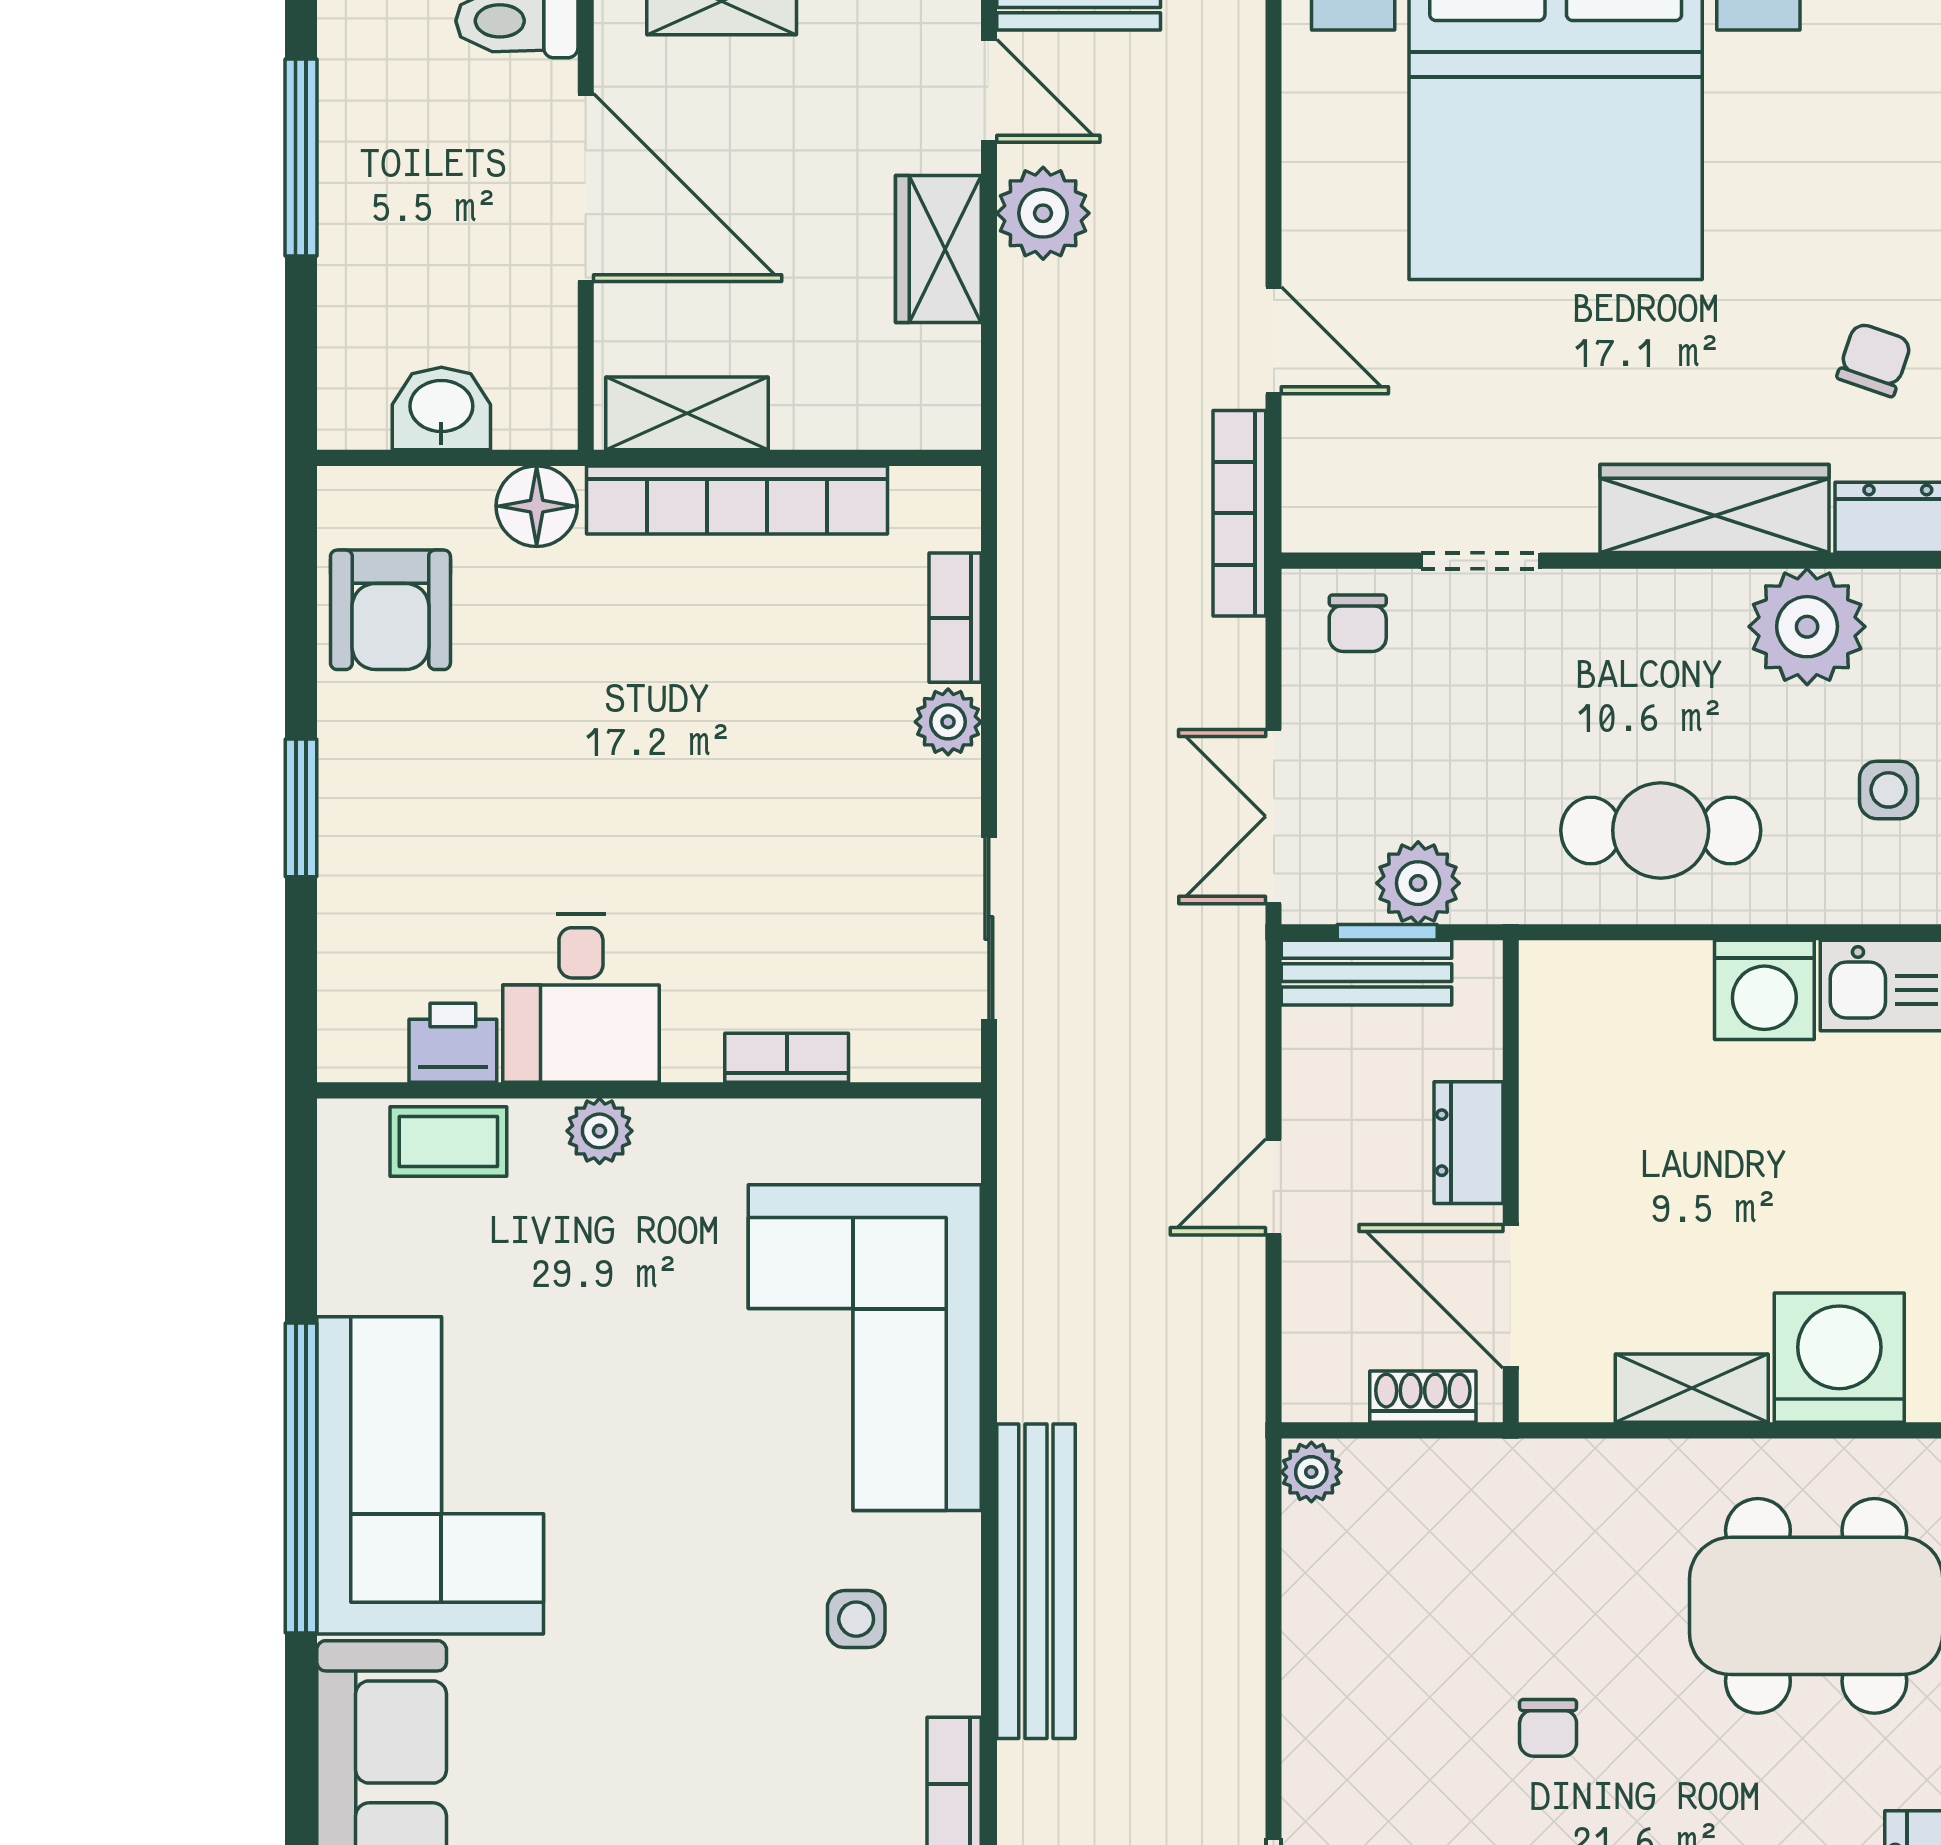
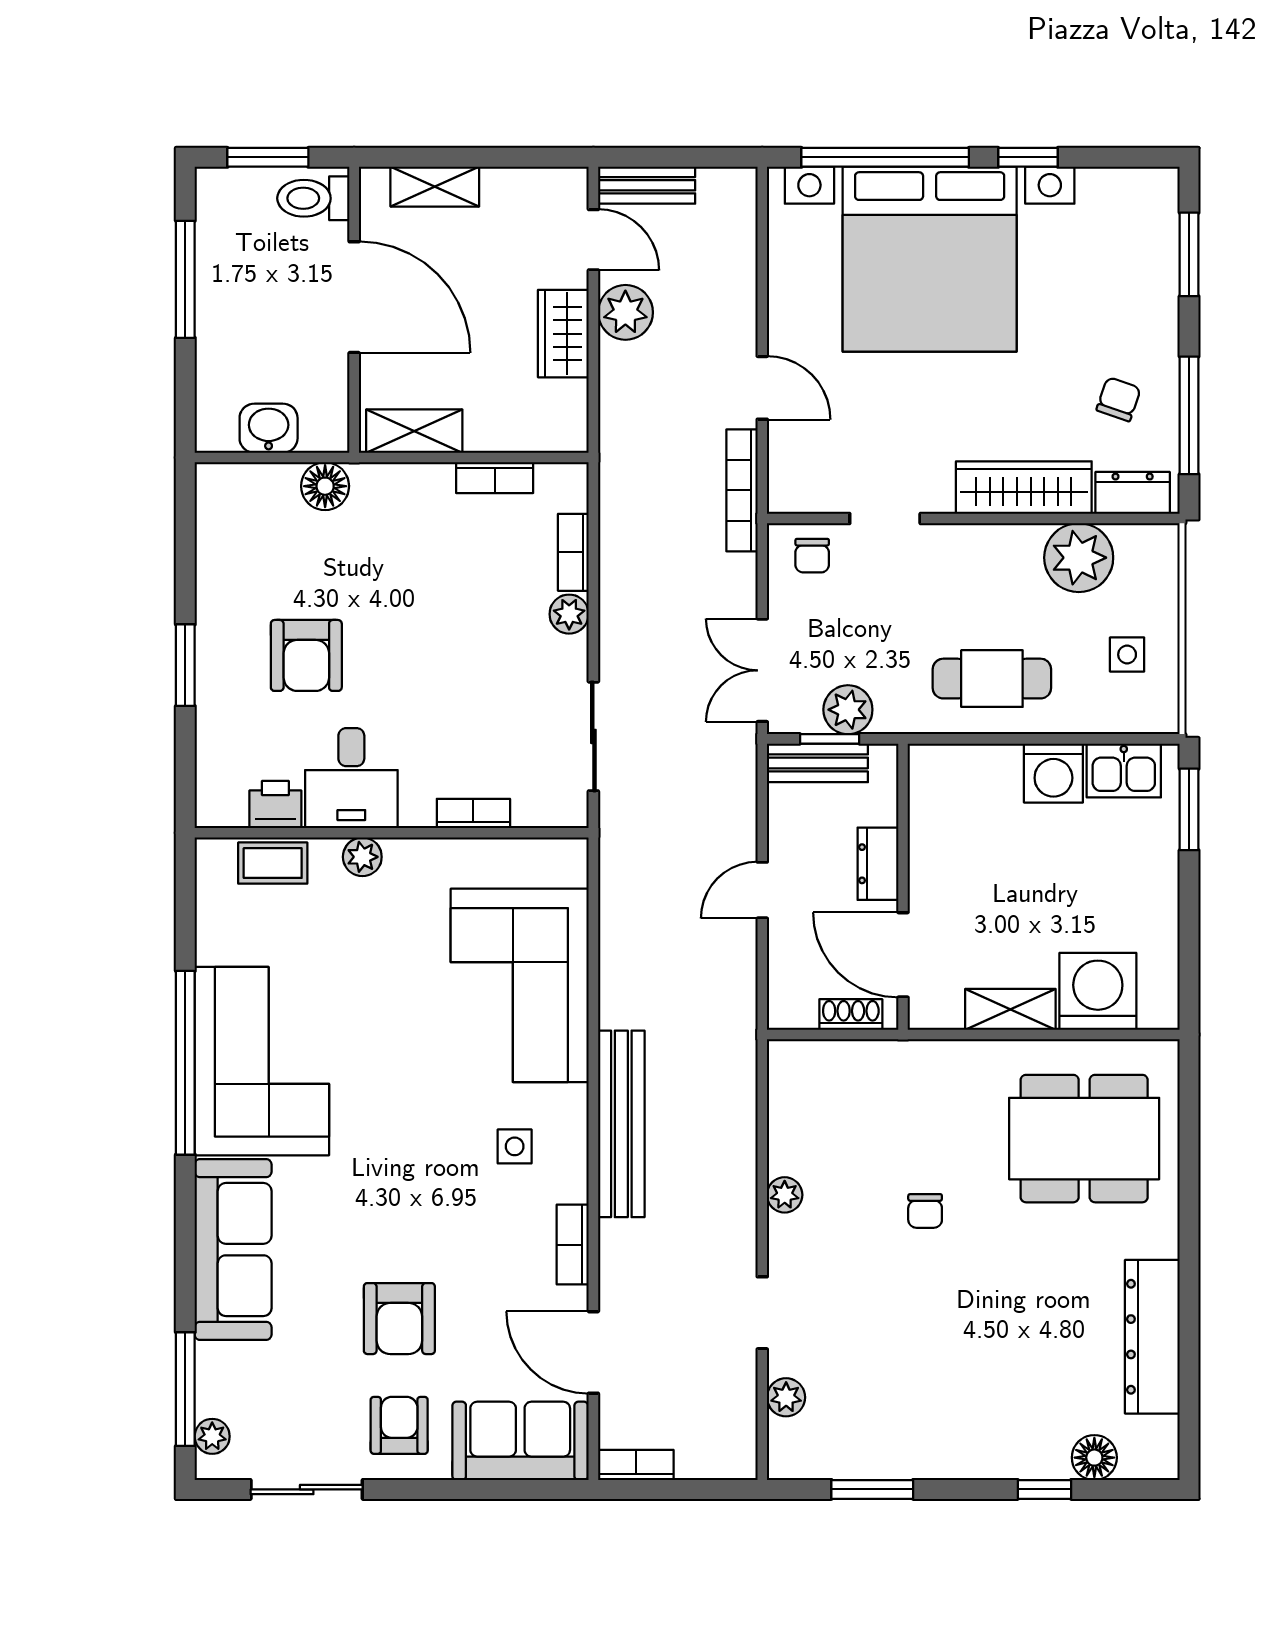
bookcase: (737, 500) -> (495, 478), width x0.43, depth x0.76
armchair: (390, 610) -> (306, 655), moved
plant: (1311, 1472) -> (785, 1195), moved

